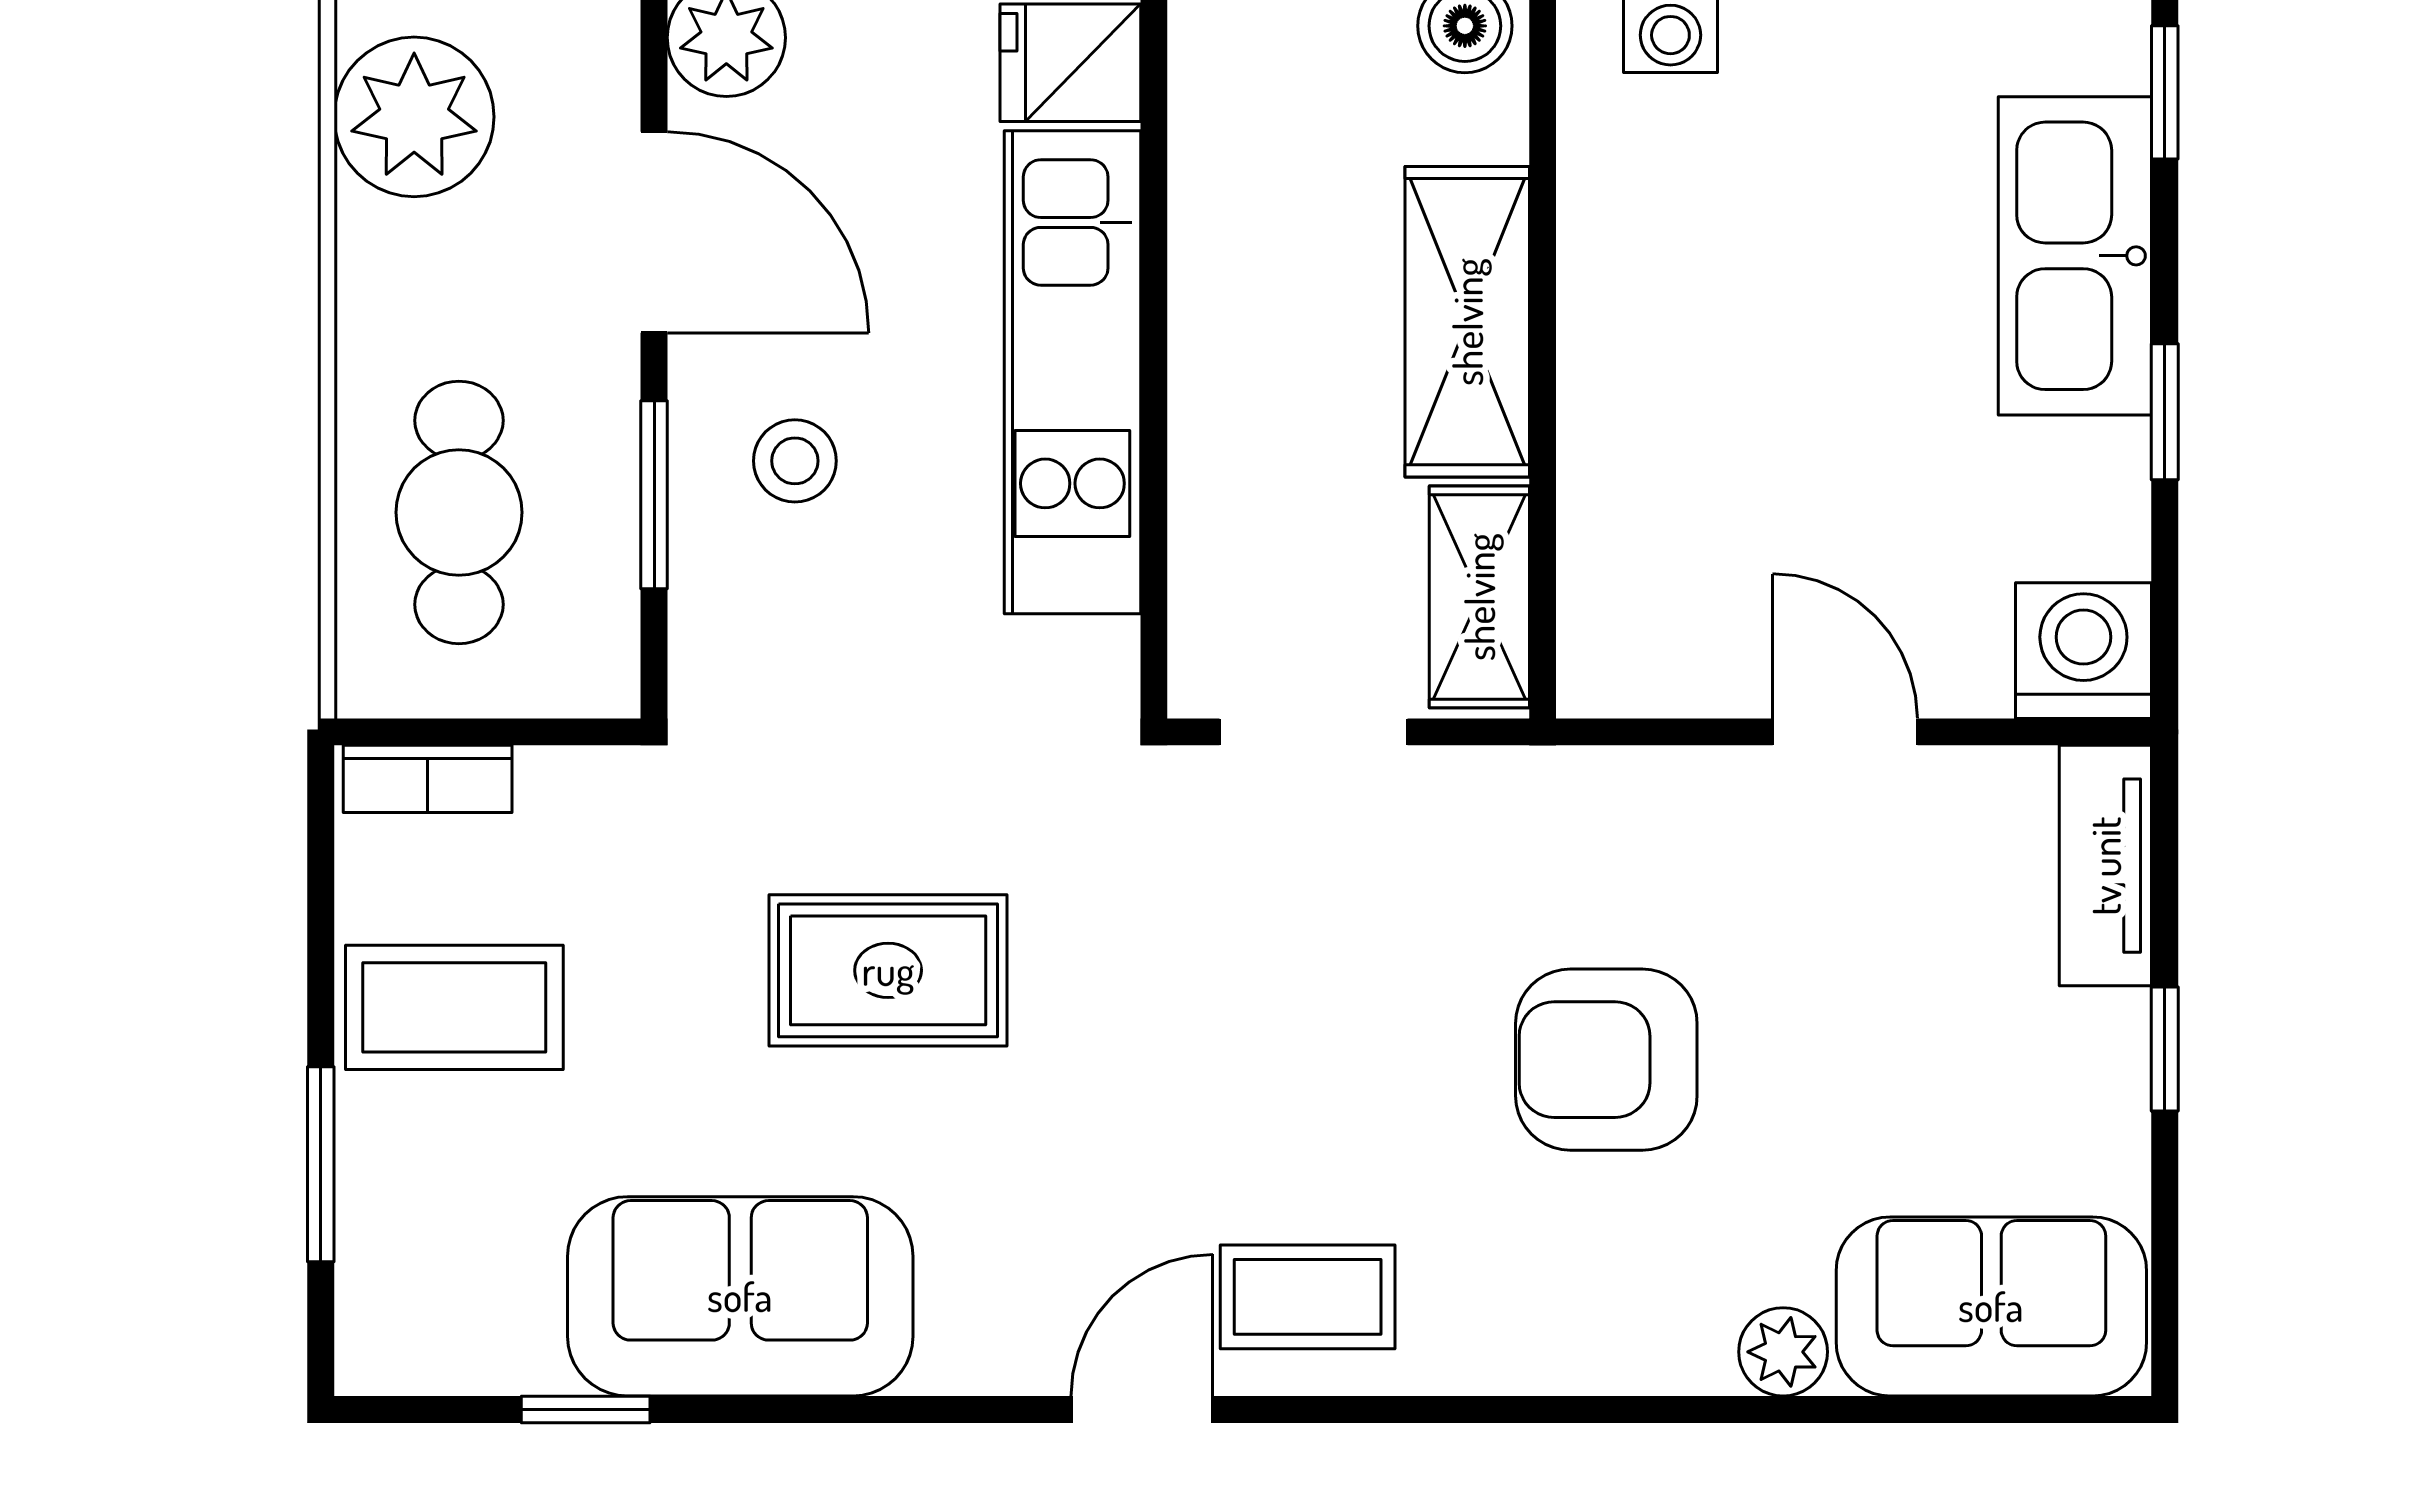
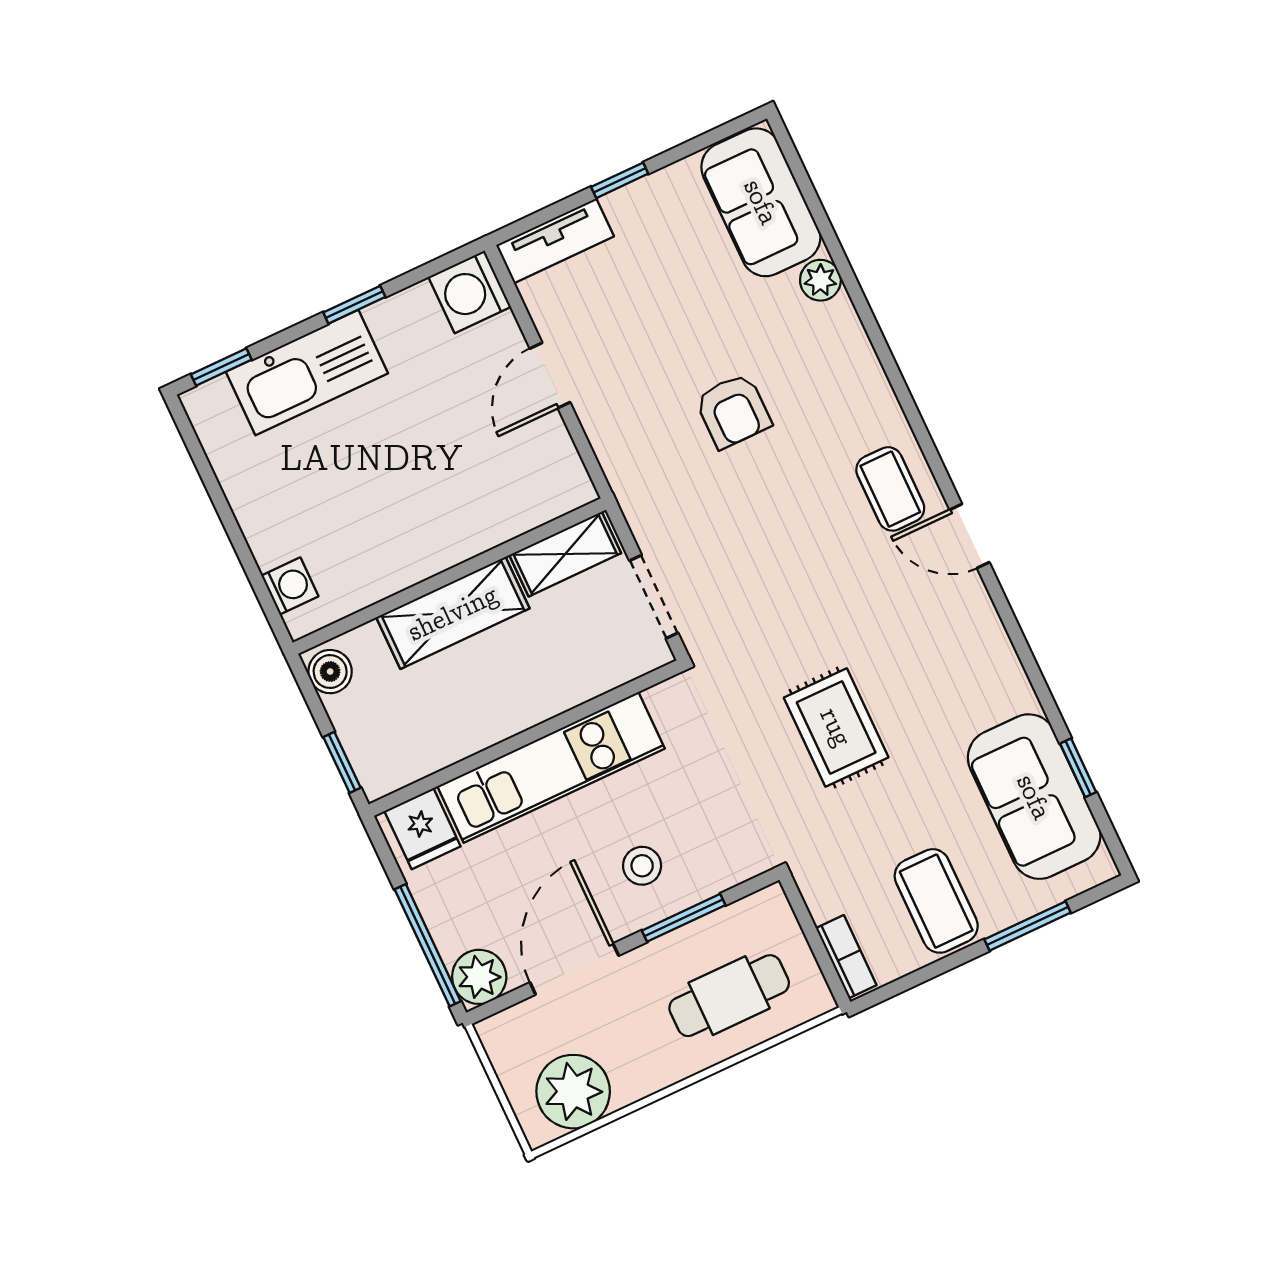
armchair: (1606, 1060) -> (733, 411), width x0.72, depth x0.72
sofa: (740, 1296) -> (1034, 797), moved

